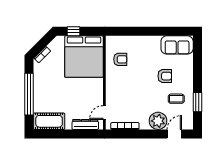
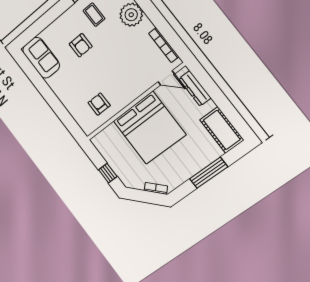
bed: (84, 57) -> (149, 128), moved, turned 90
armchair: (165, 76) -> (81, 45), turned 180
window: (29, 94) -> (209, 173), width x0.68

